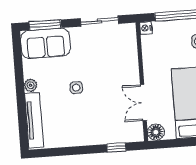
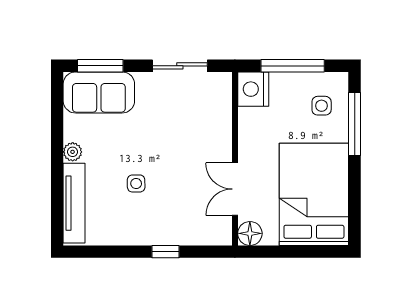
nightstand: (146, 28) -> (253, 89), width x1.89, depth x1.79
side table: (76, 88) -> (136, 183), moved
window: (116, 147) -> (166, 252), moved

